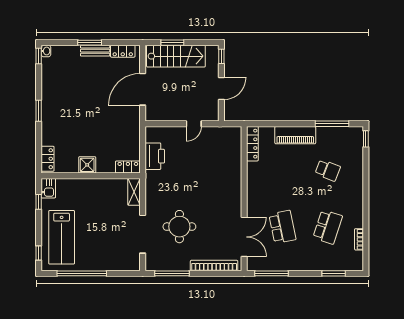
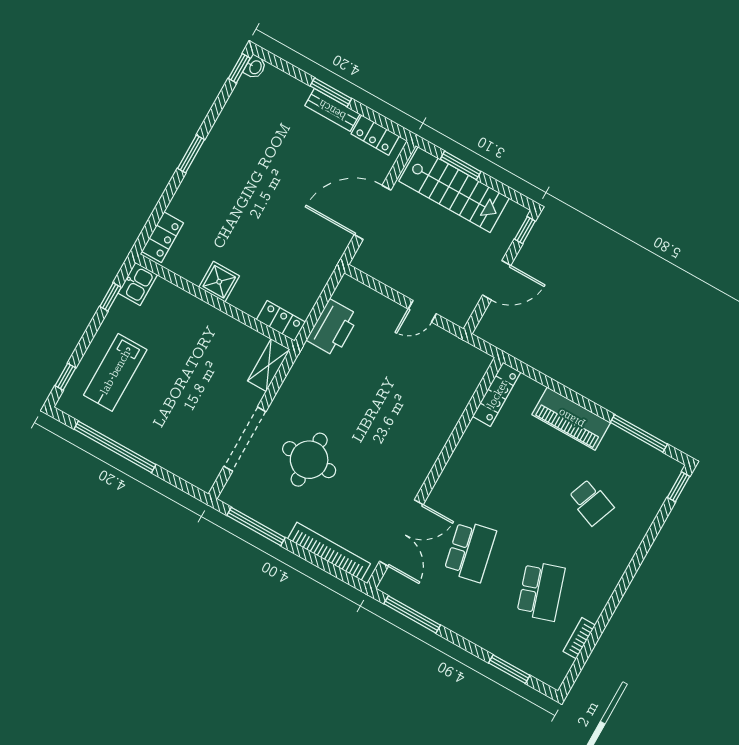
school desk: (328, 227) -> (541, 591), turned -36
lab bench: (62, 237) -> (115, 372), width x0.73, depth x0.72

